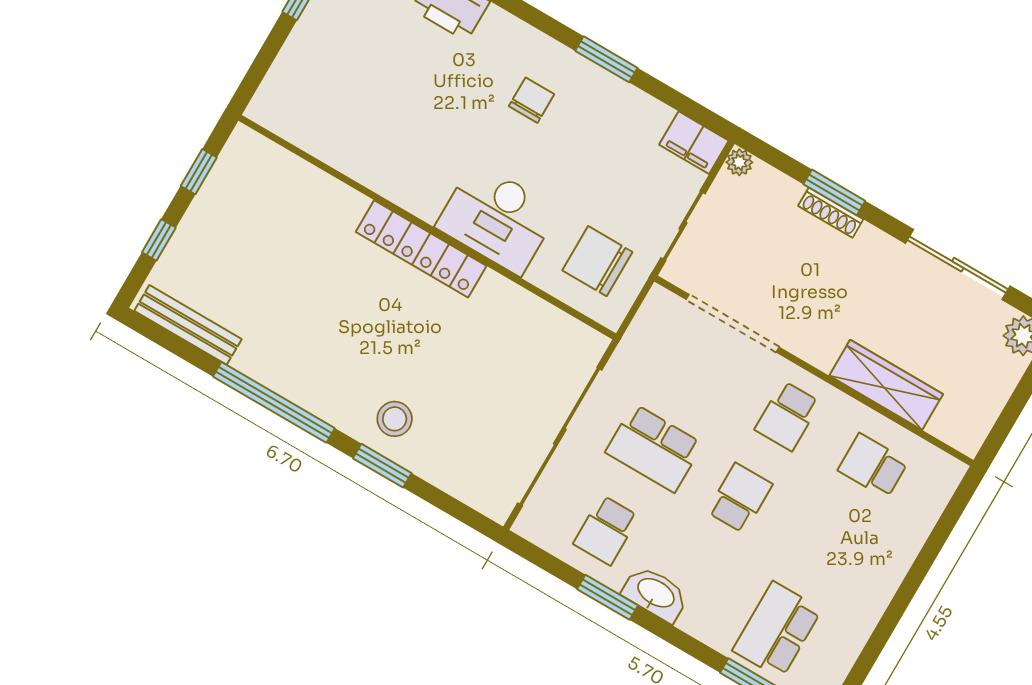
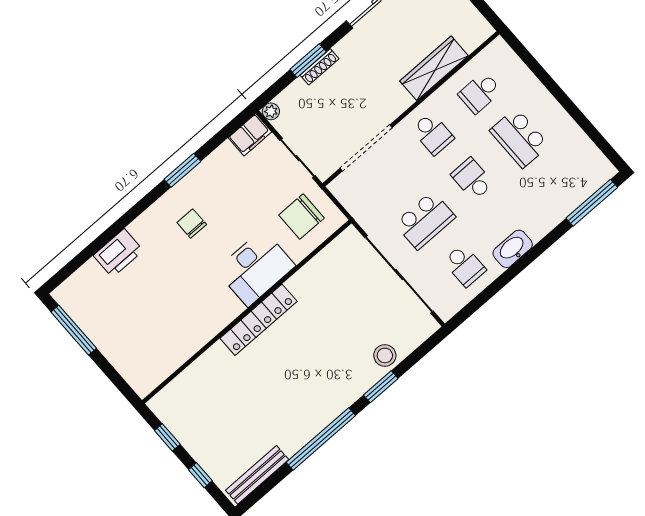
stool: (395, 419) -> (385, 355), moved
window: (607, 597) -> (505, 278), removed
school desk: (777, 630) -> (519, 138), moved

